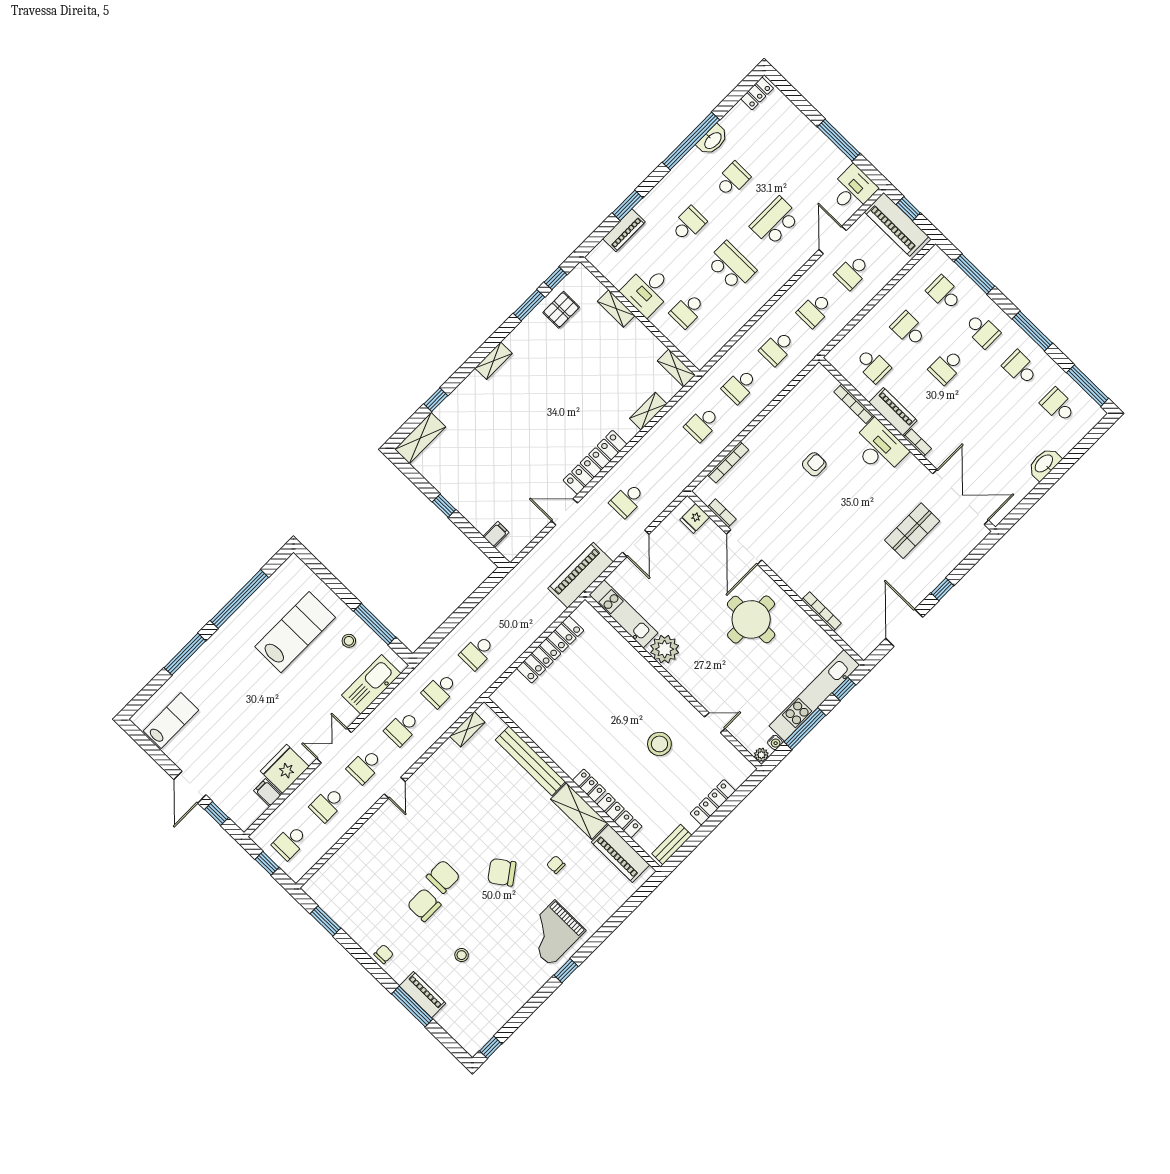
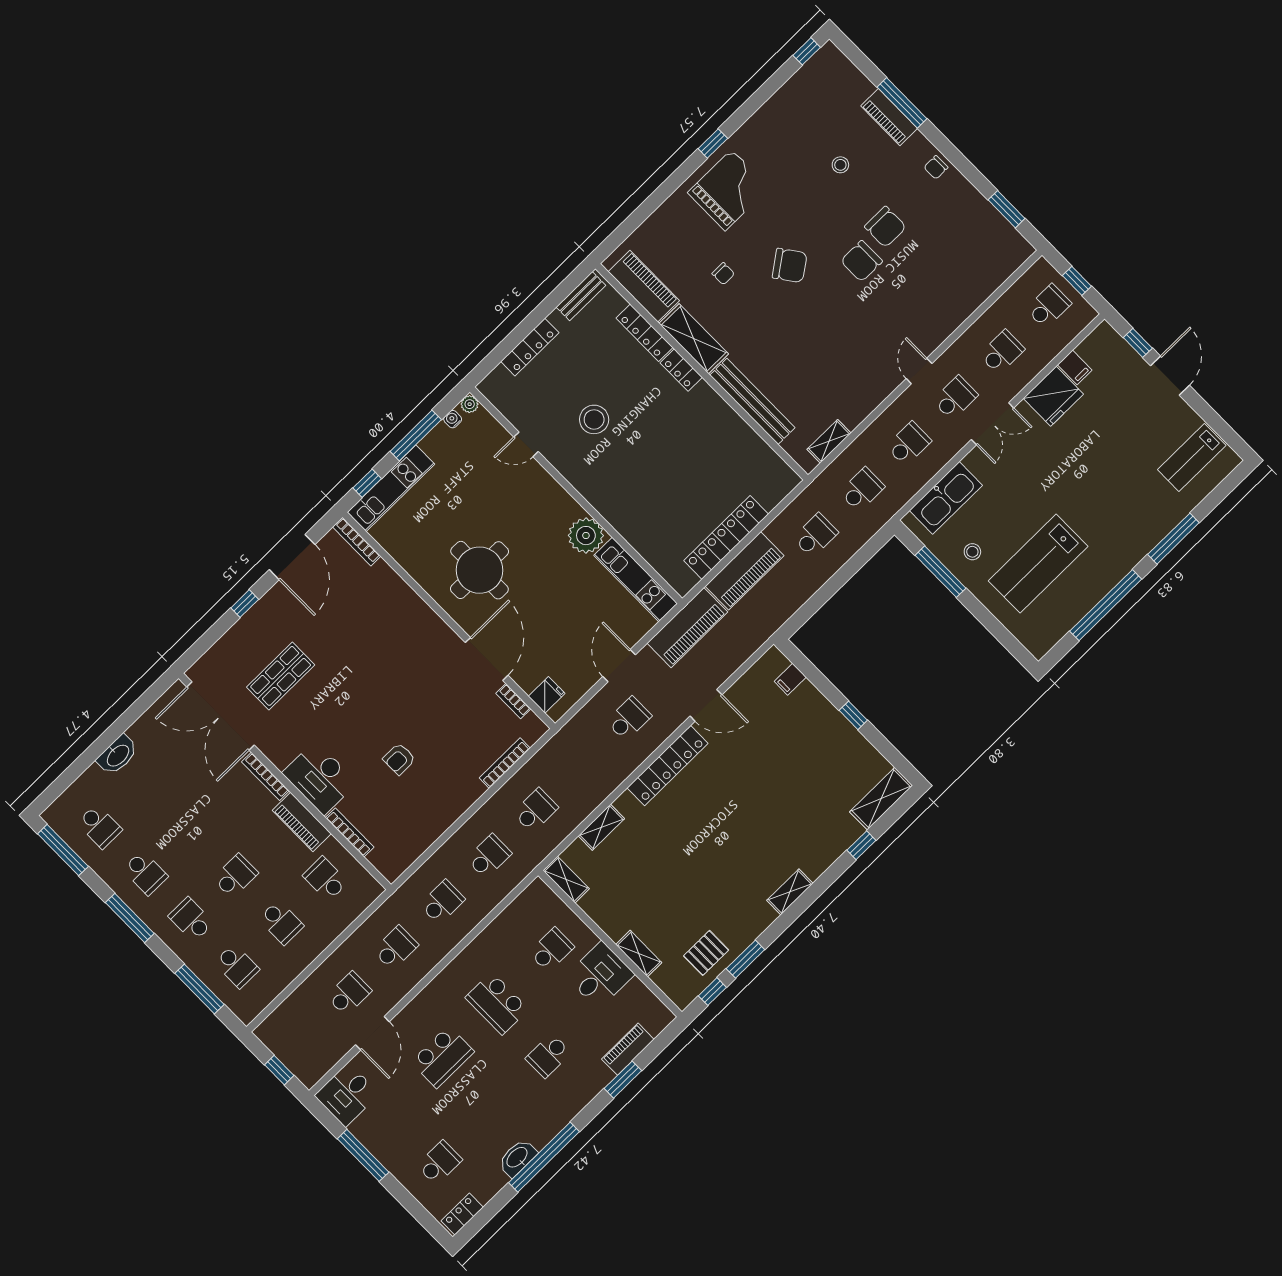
school desk: (732, 180) -> (439, 1163), moved, turned 180
piano: (897, 224) -> (745, 571), moved, turned 90
bookcase: (918, 443) -> (265, 776), width x1.56
bookcase: (821, 611) -> (357, 541), moved
kitchen unit: (814, 695) -> (391, 488), width x0.73

